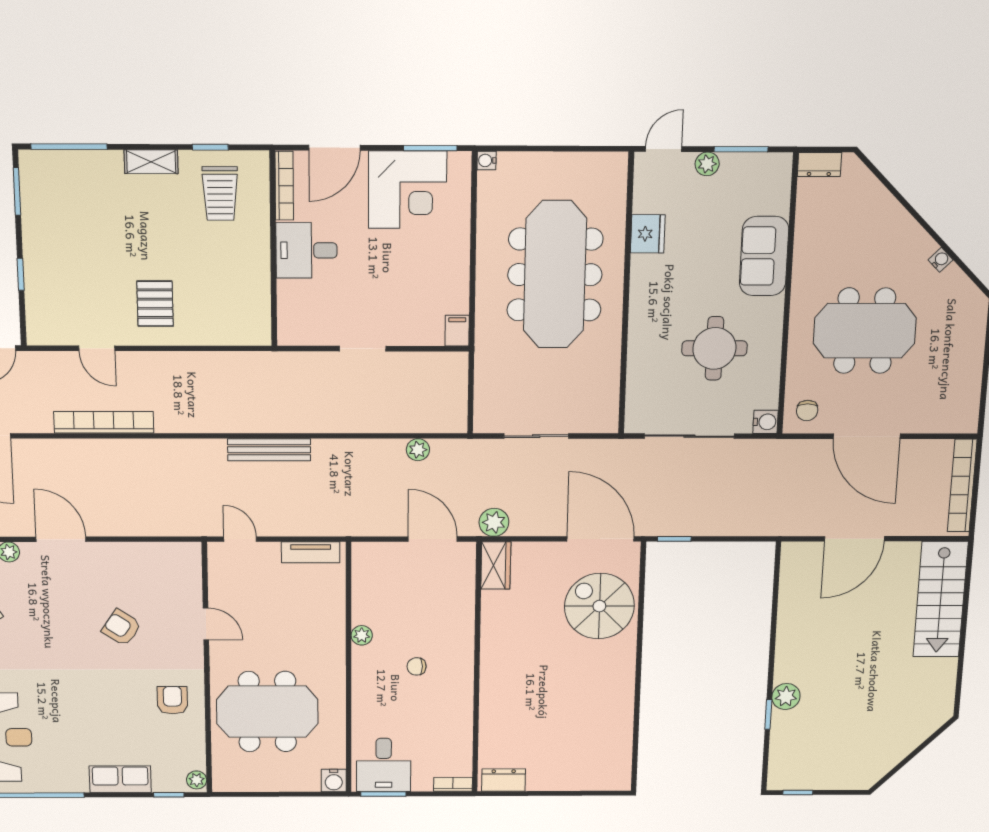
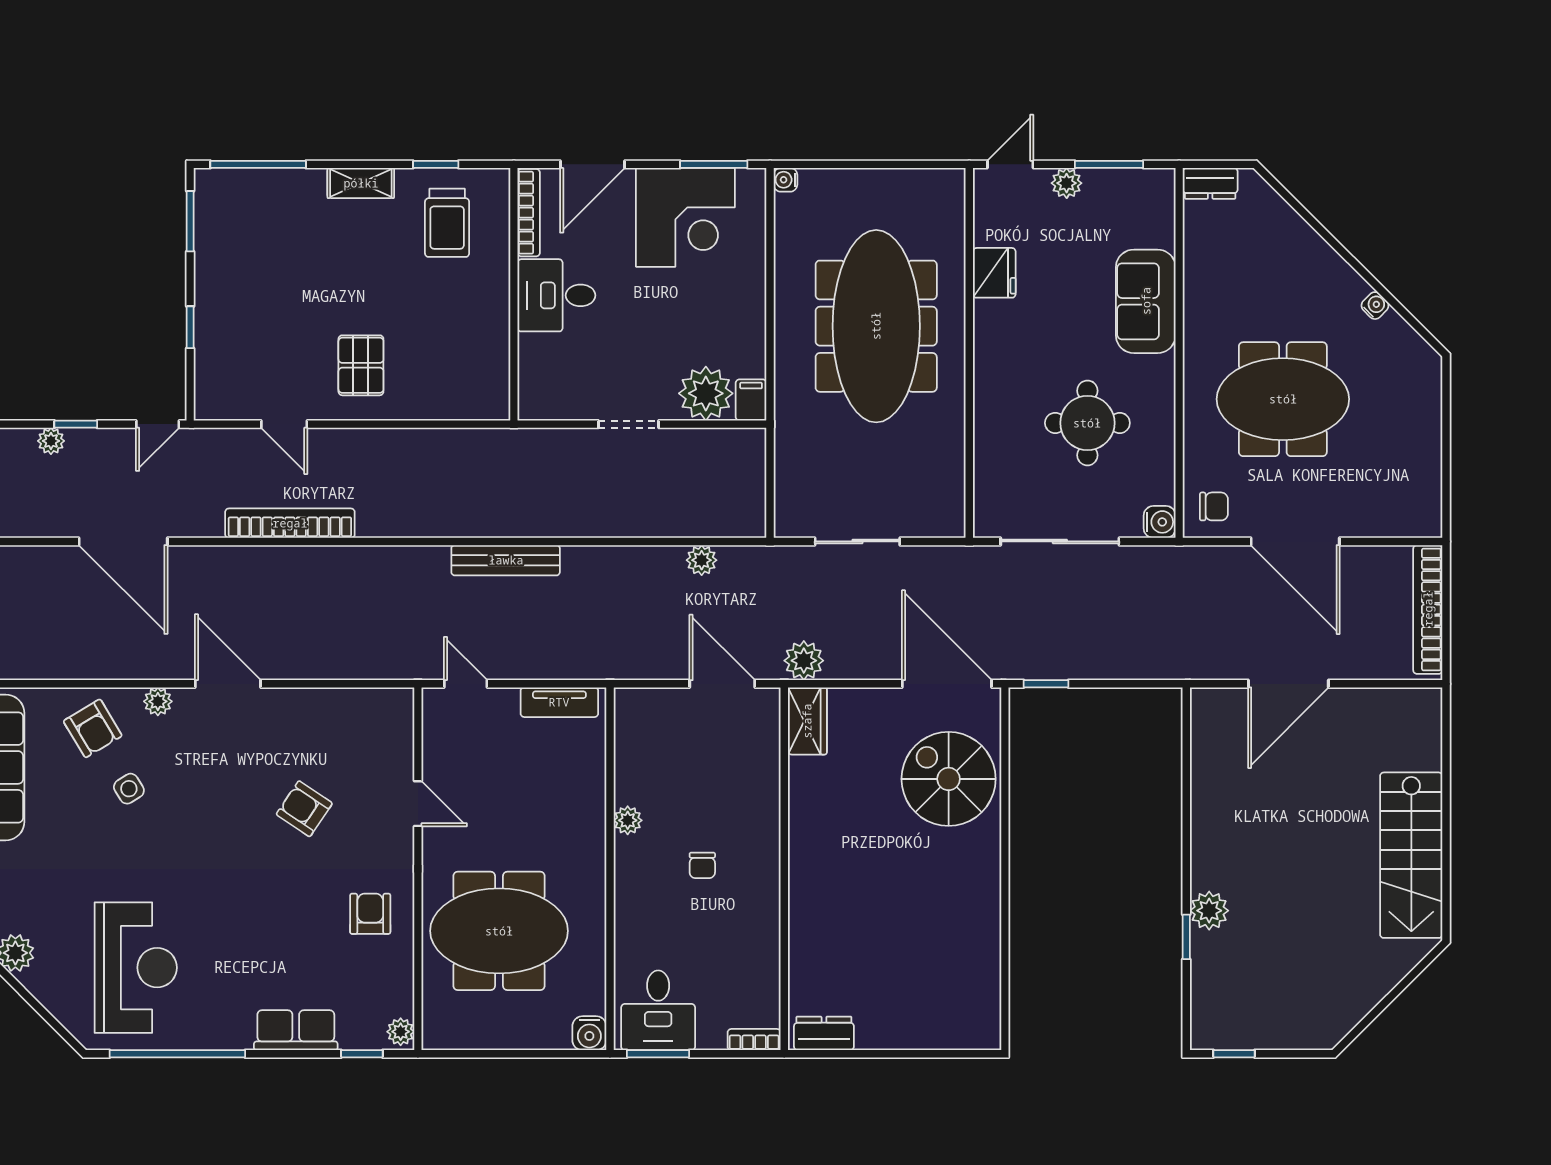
plant: (422, 326) -> (706, 393), added
chair: (807, 410) -> (1214, 506), turned -90
stairs: (940, 599) -> (1411, 855), moved
chair: (417, 666) -> (702, 865), turned -90

